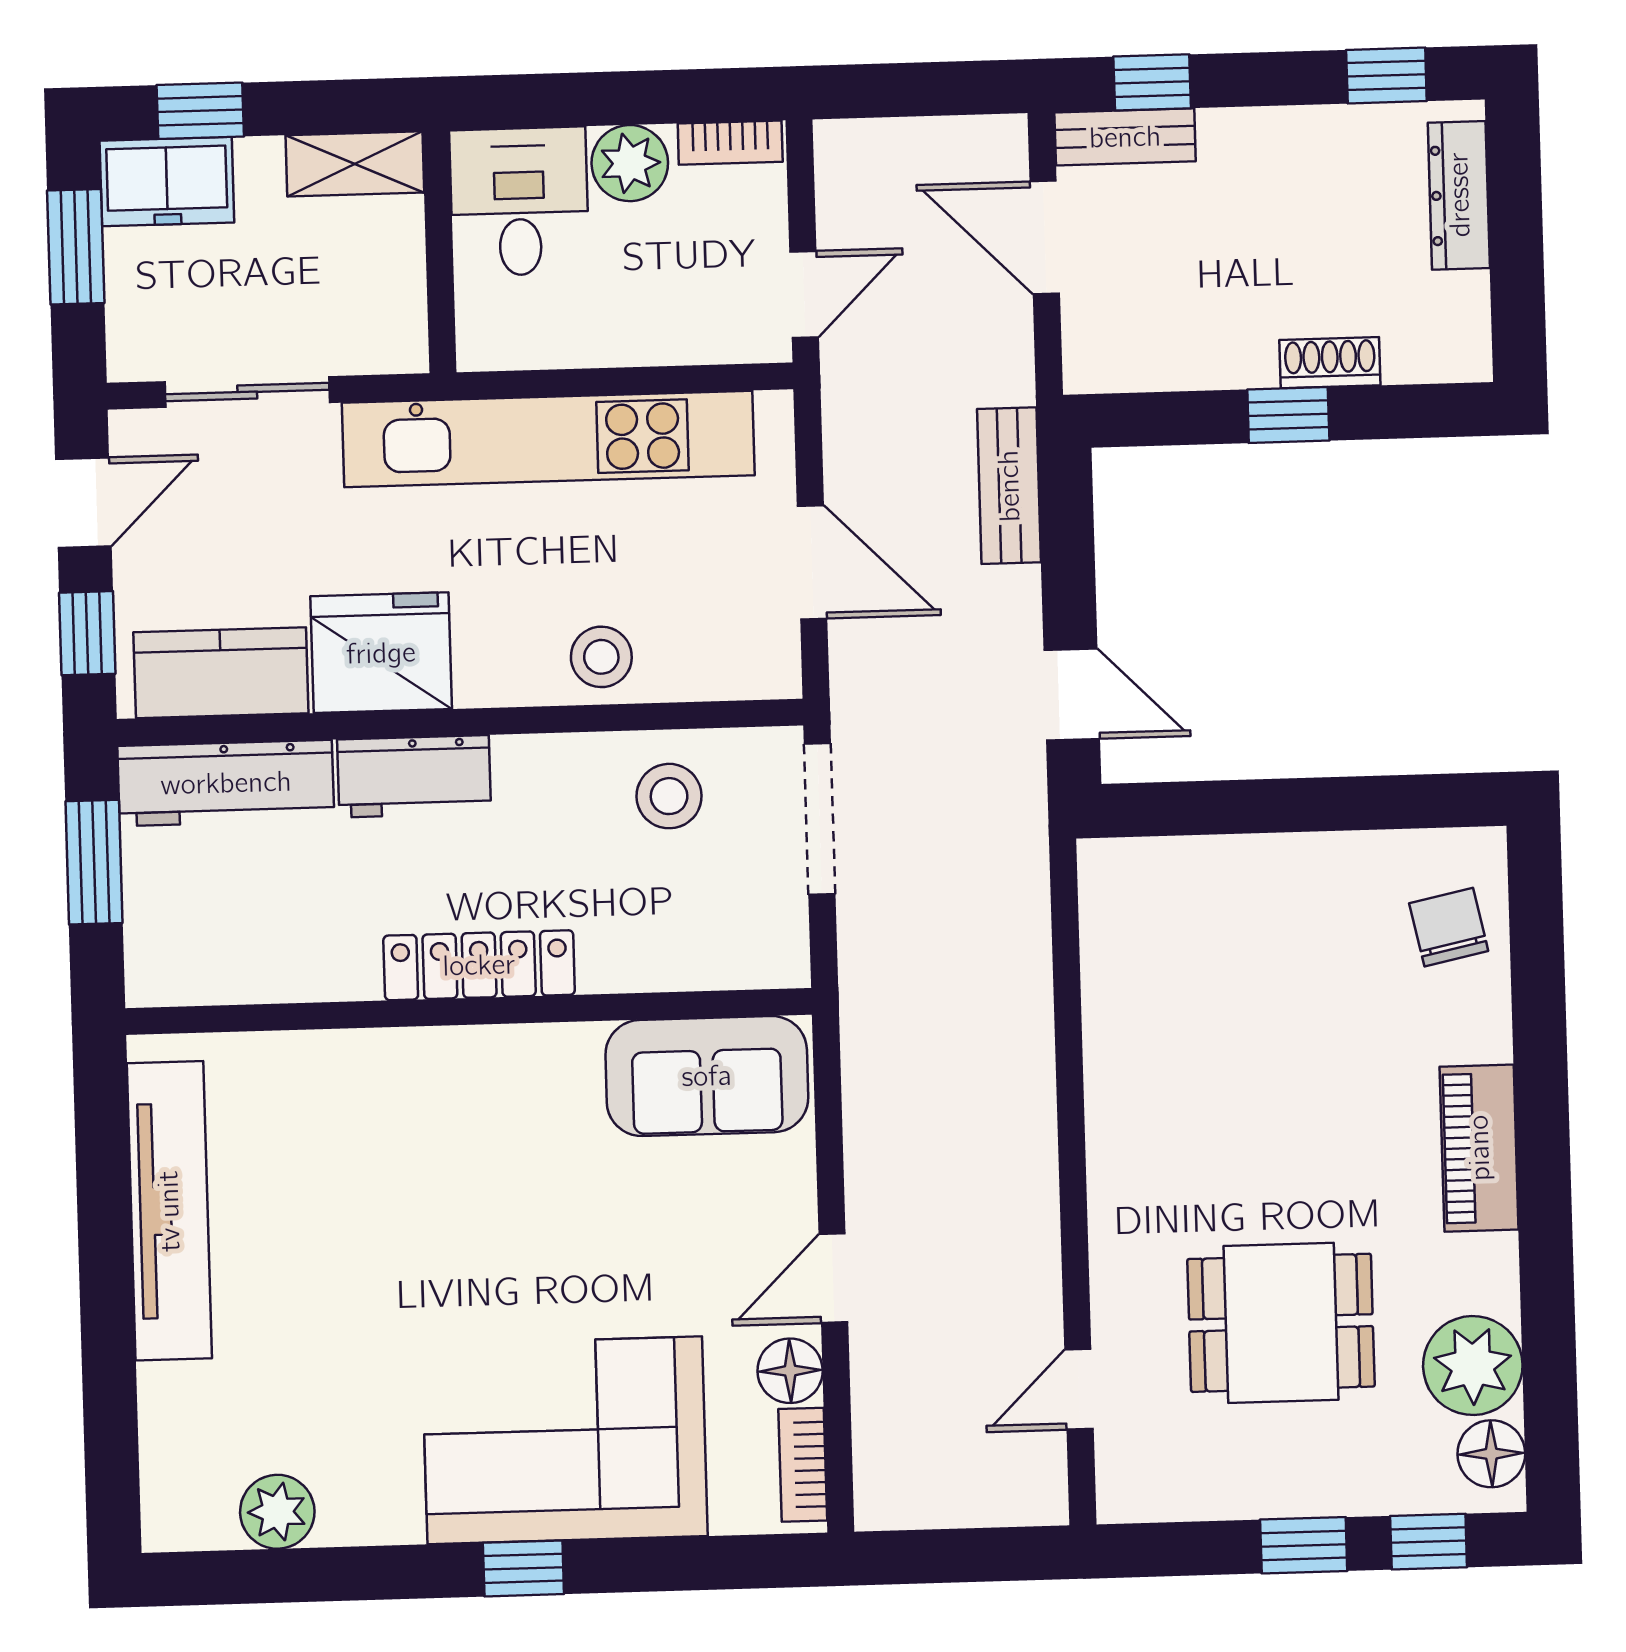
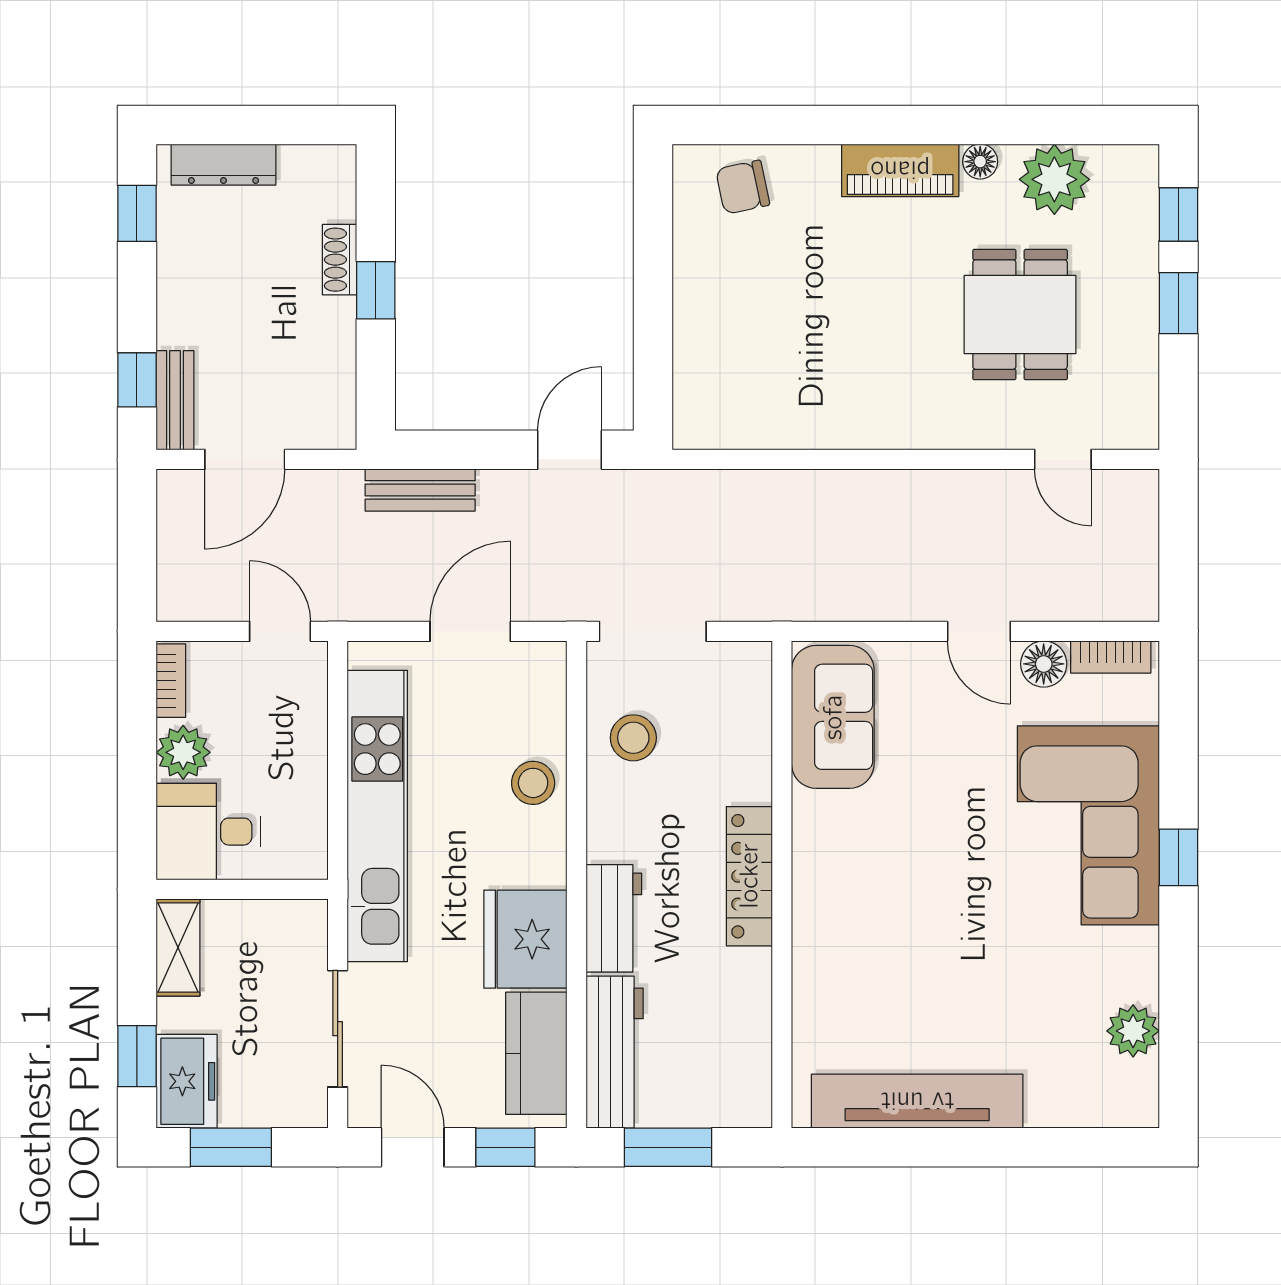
floor lamp: (1491, 1454) -> (980, 162), moved, width x0.73, depth x0.73

